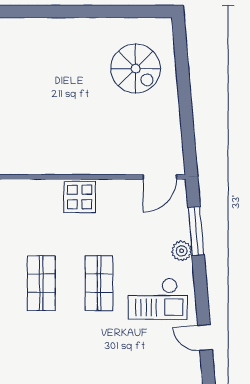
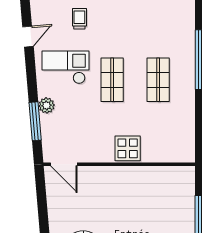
door: (160, 177) -> (64, 164), swing flipped
door: (205, 338) -> (28, 37), hinge flipped
trolley: (140, 360) -> (79, 19), added

